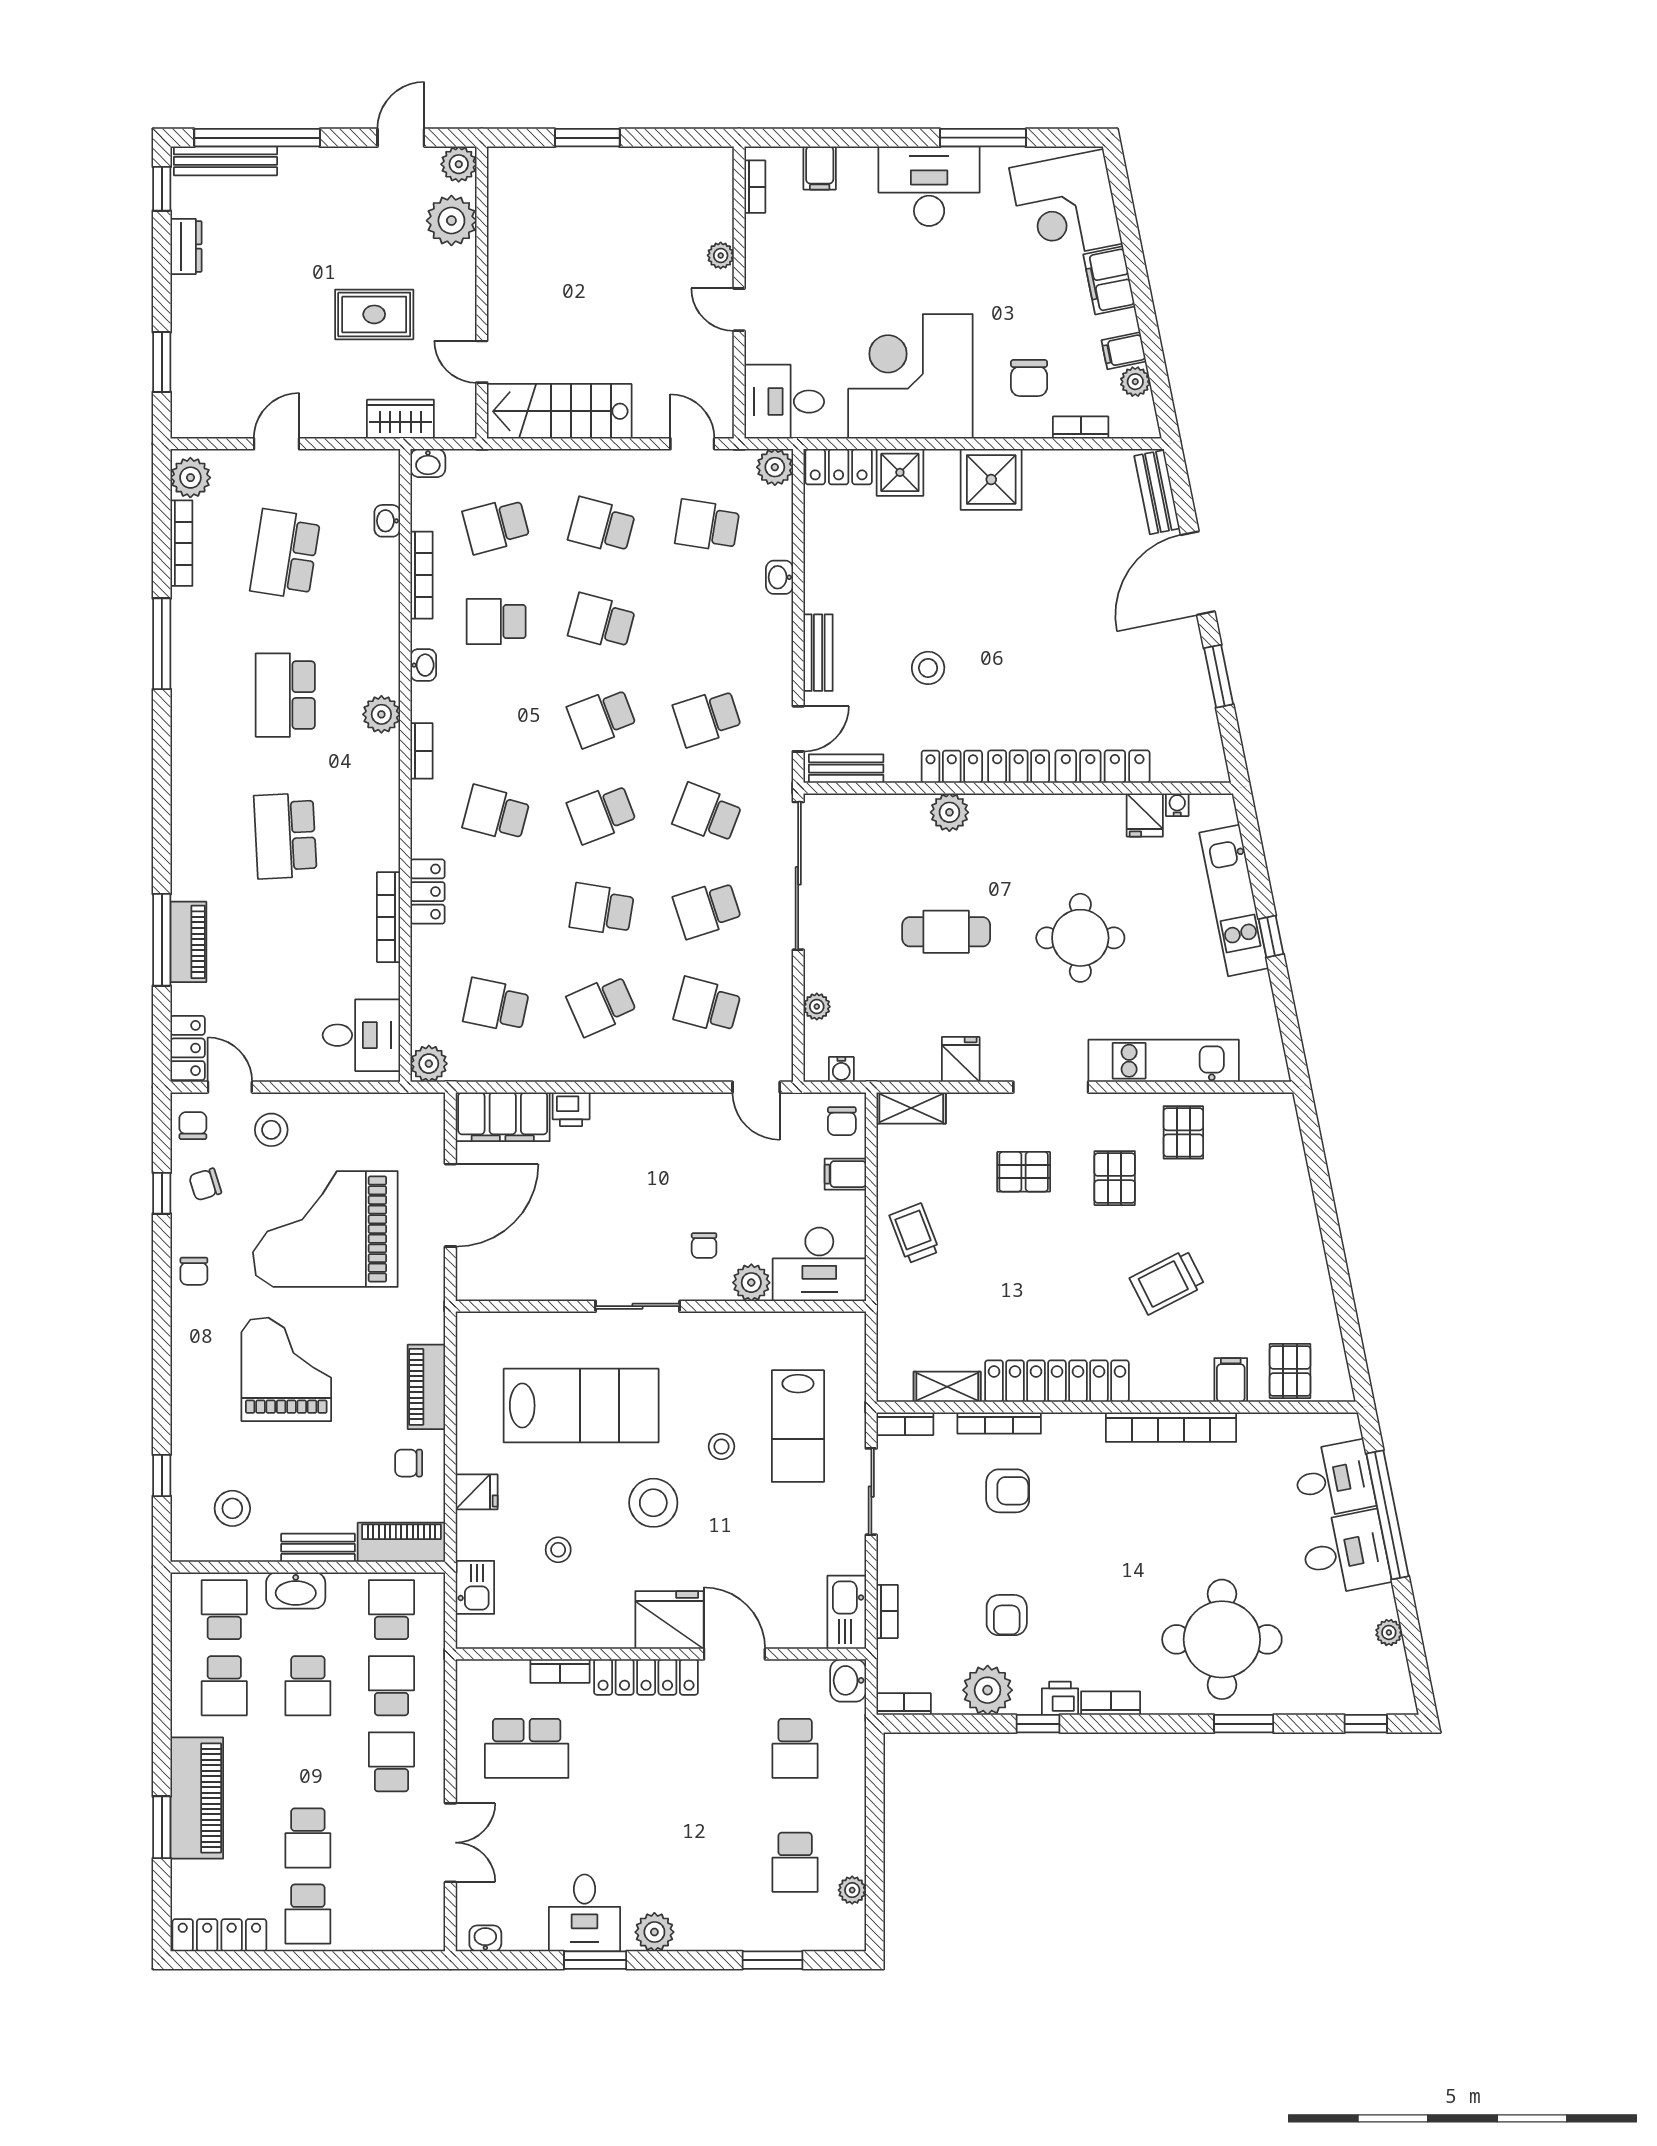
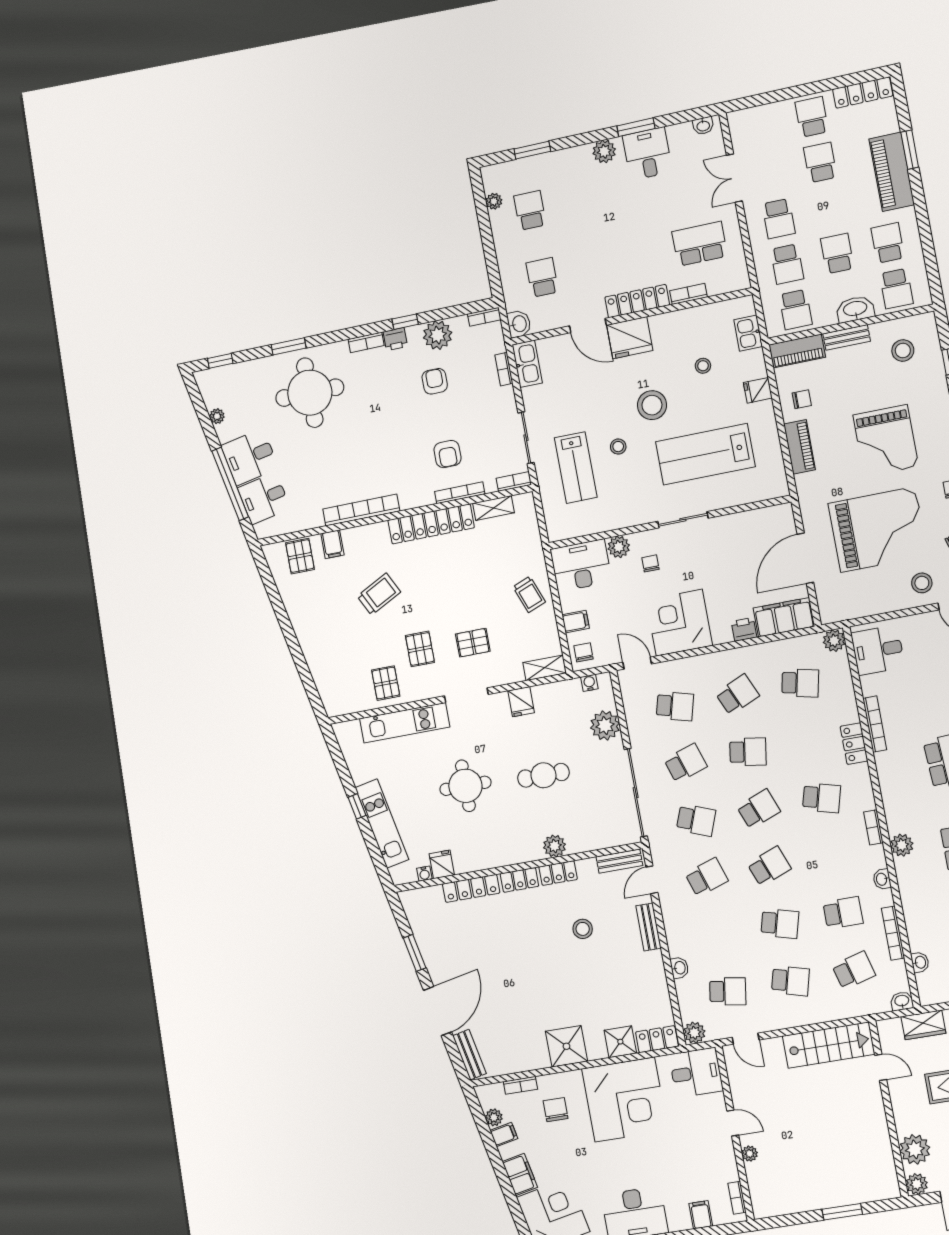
plant: (817, 1007) -> (605, 726), width x1.88, depth x1.88
corner desk: (675, 1140) -> (679, 623), added
lab bench: (798, 1426) -> (576, 468), turned 180
armchair: (1008, 1491) -> (447, 454), turned -90

